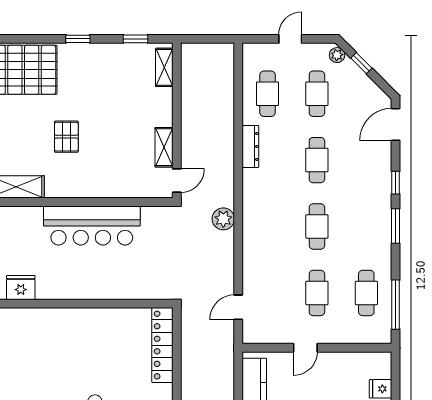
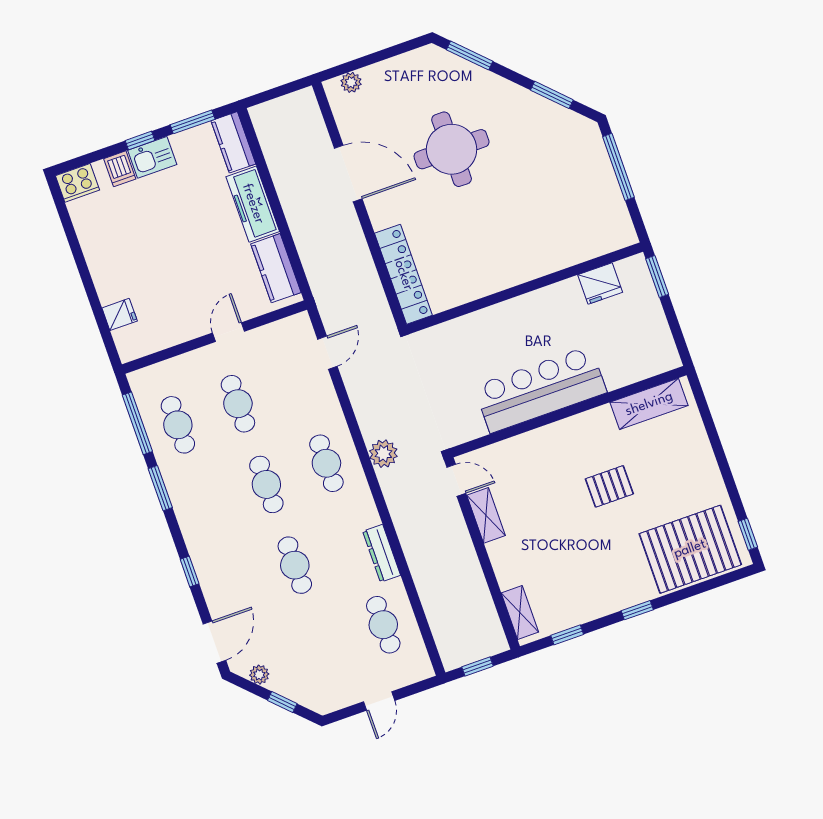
window: (209, 39) -> (477, 666), added
plant: (337, 55) -> (259, 675), moved
cafe table: (317, 94) -> (326, 463), moved
pallet: (66, 137) -> (609, 486), turned 90
door: (177, 181) -> (456, 480), swing flipped
window: (396, 226) -> (160, 488), moved

